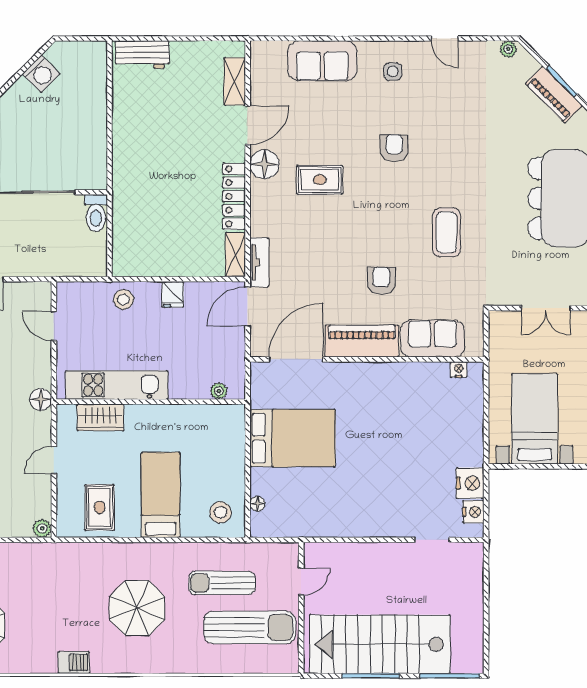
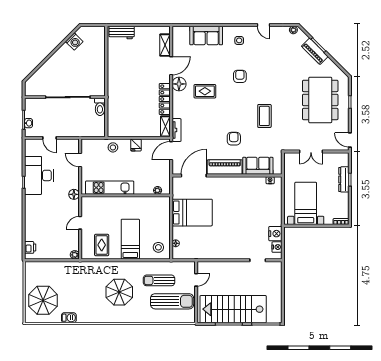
wardrobe: (100, 417) -> (102, 203), removed
barbecue: (74, 662) -> (69, 318), moved

